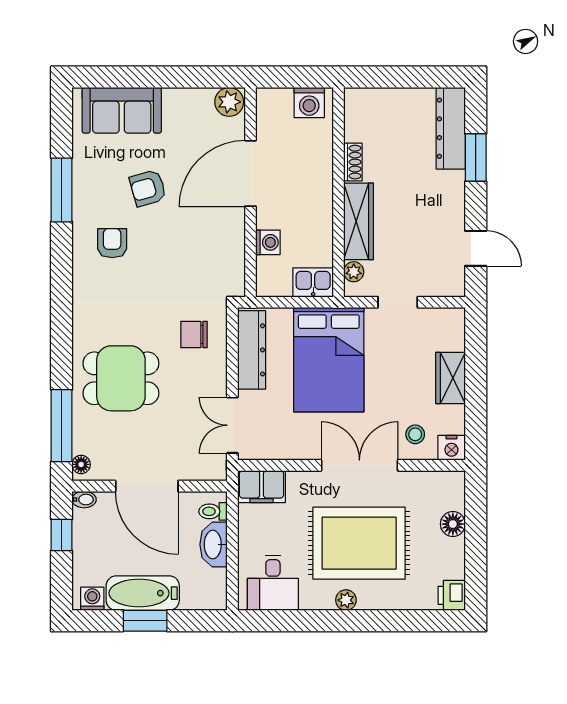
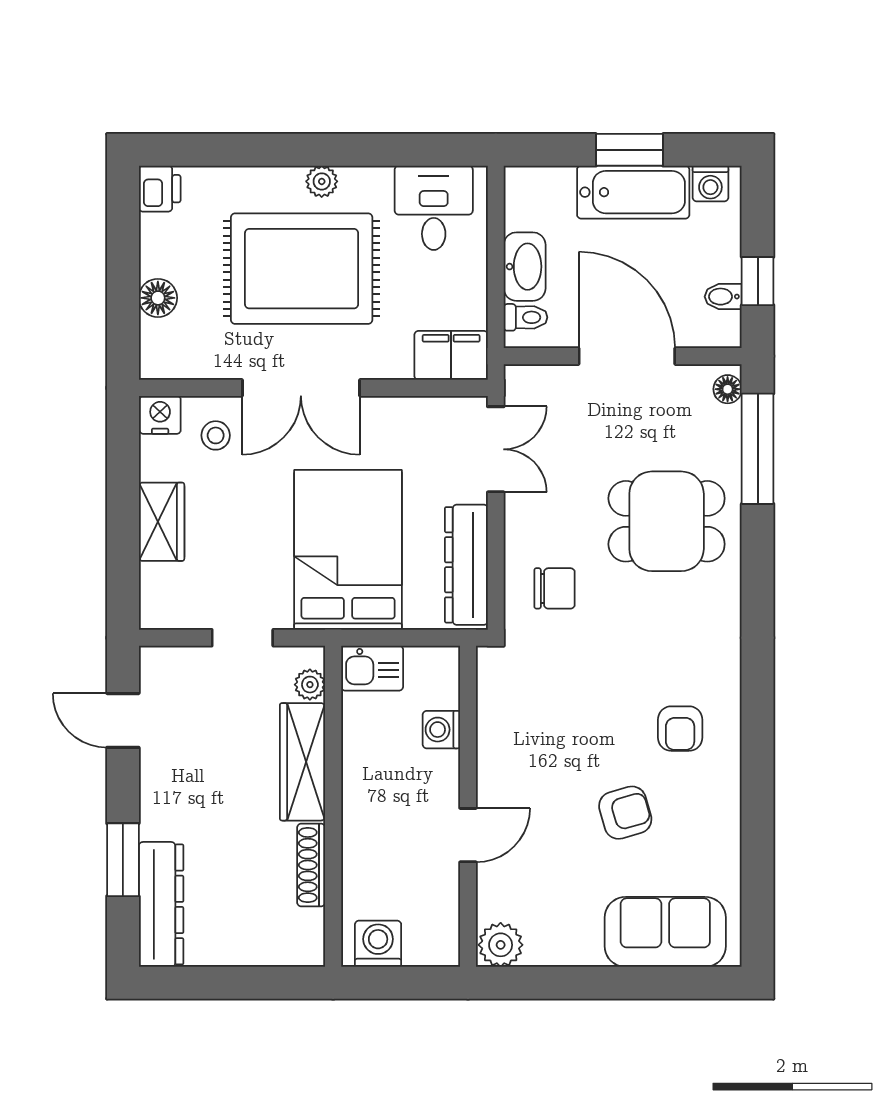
shoe rack: (353, 162) -> (311, 865), width x1.43
door: (250, 173) -> (468, 835), width x0.53
window: (62, 190) -> (758, 810), removed
bidet: (84, 500) -> (723, 297), moved

